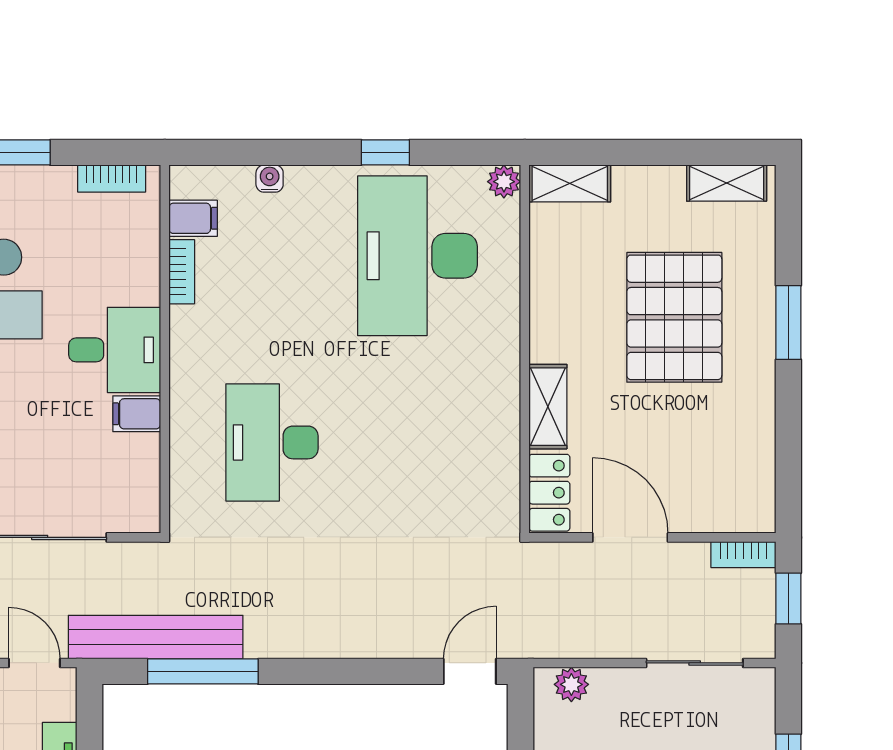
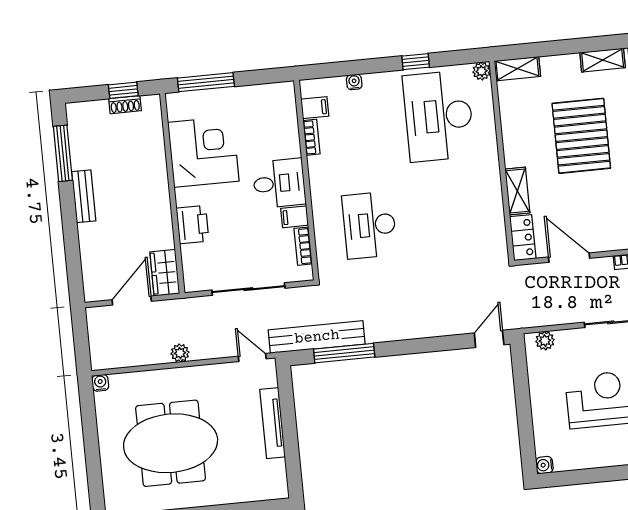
bookcase: (112, 179) -> (303, 246), moved, turned 90

